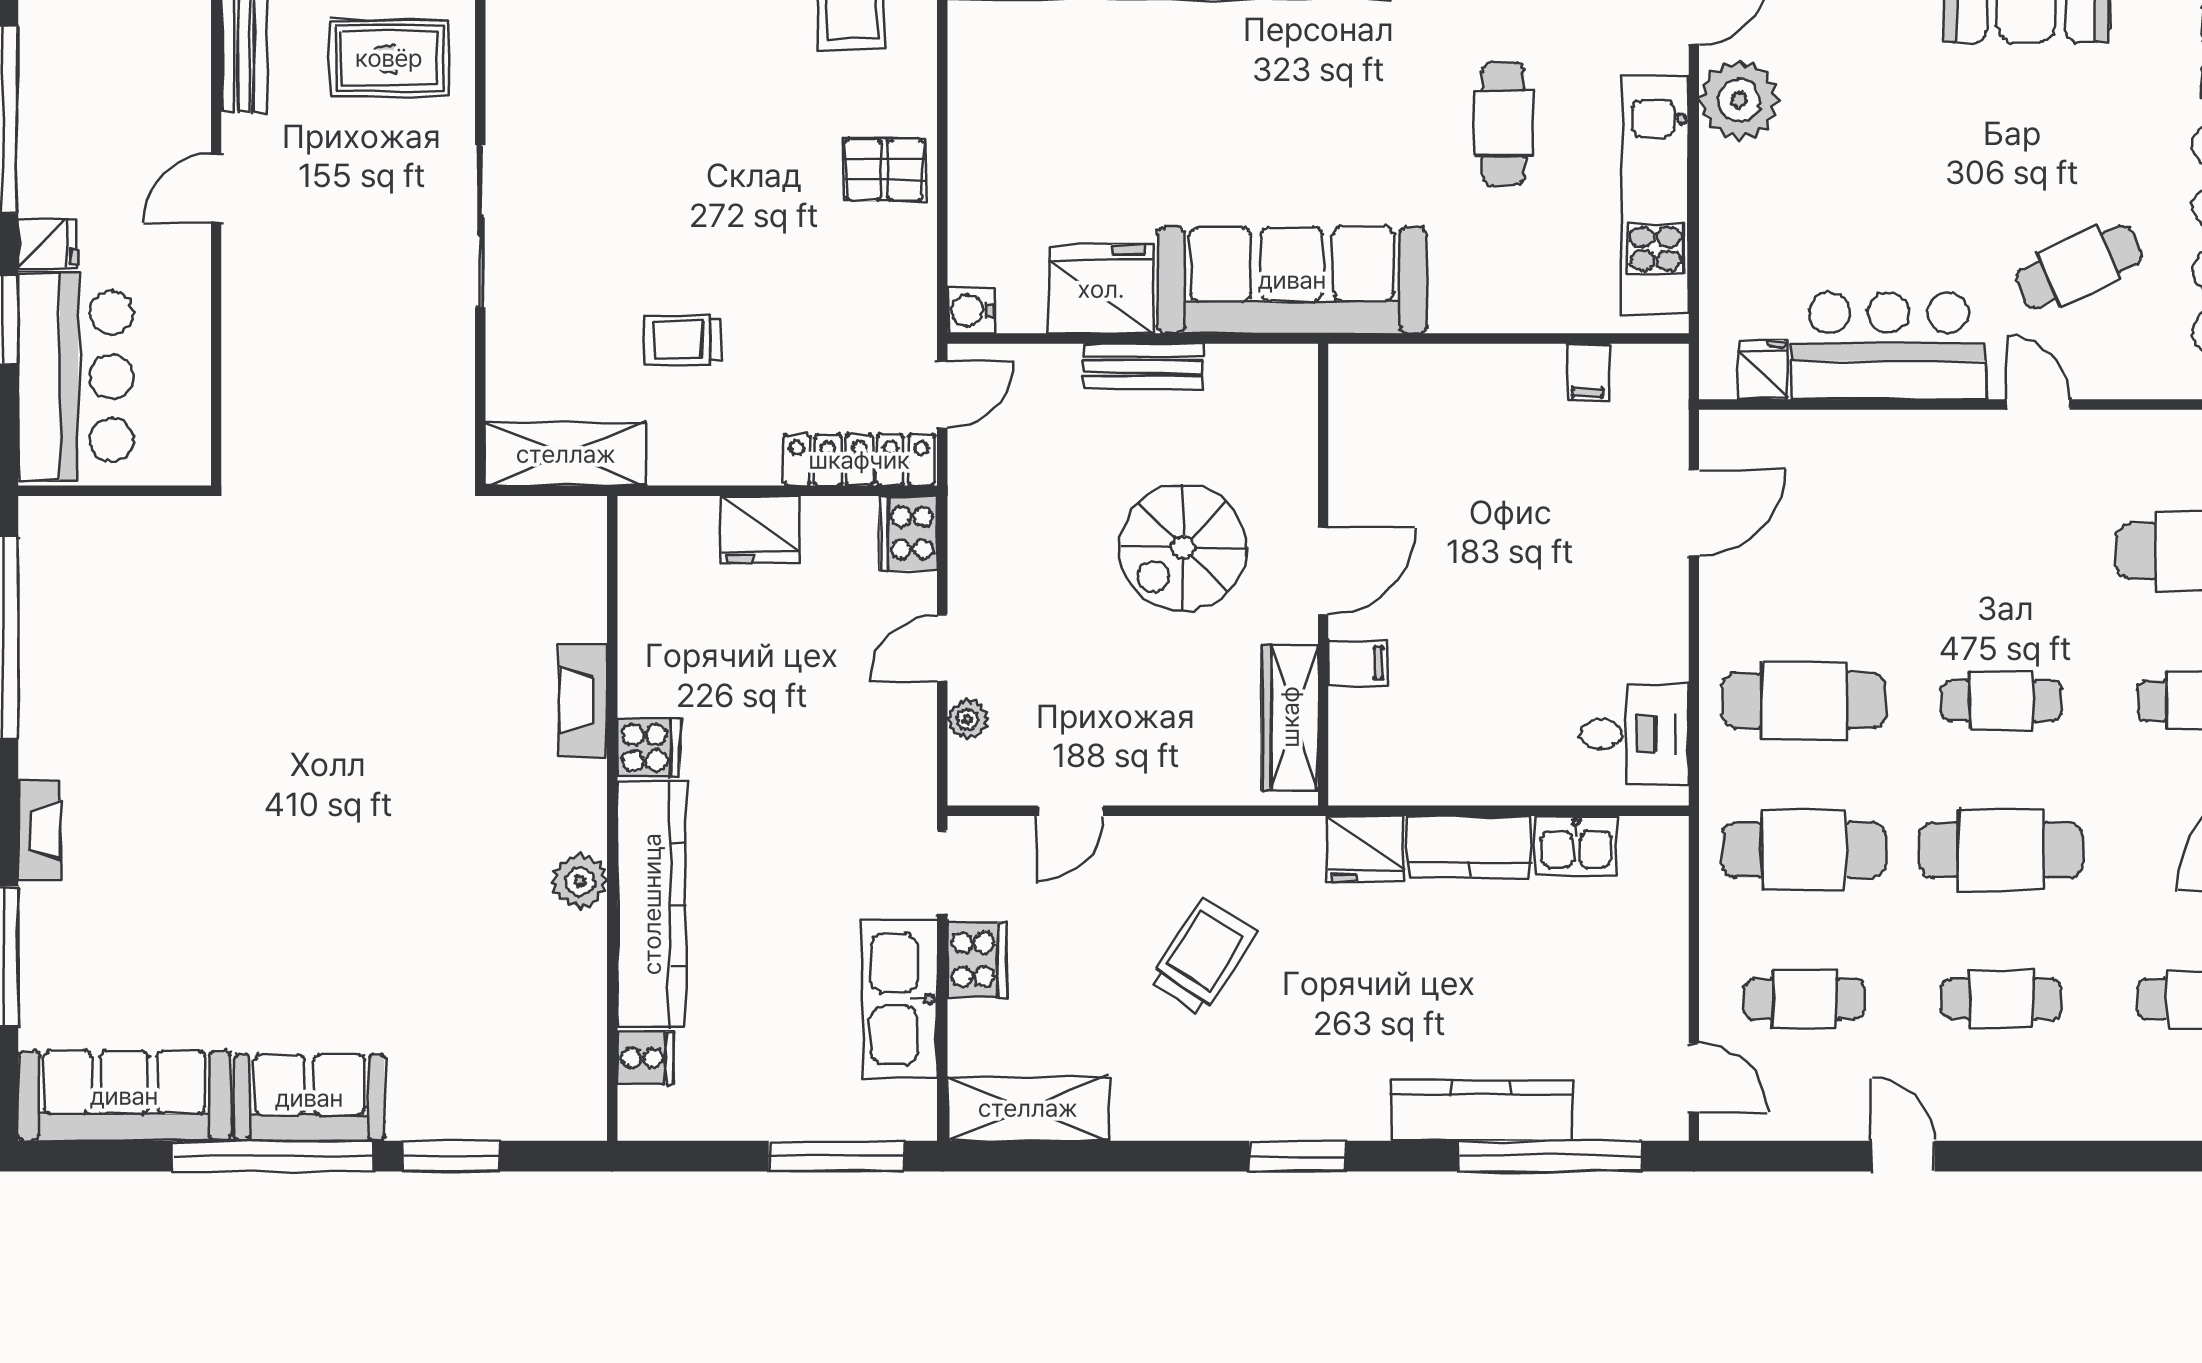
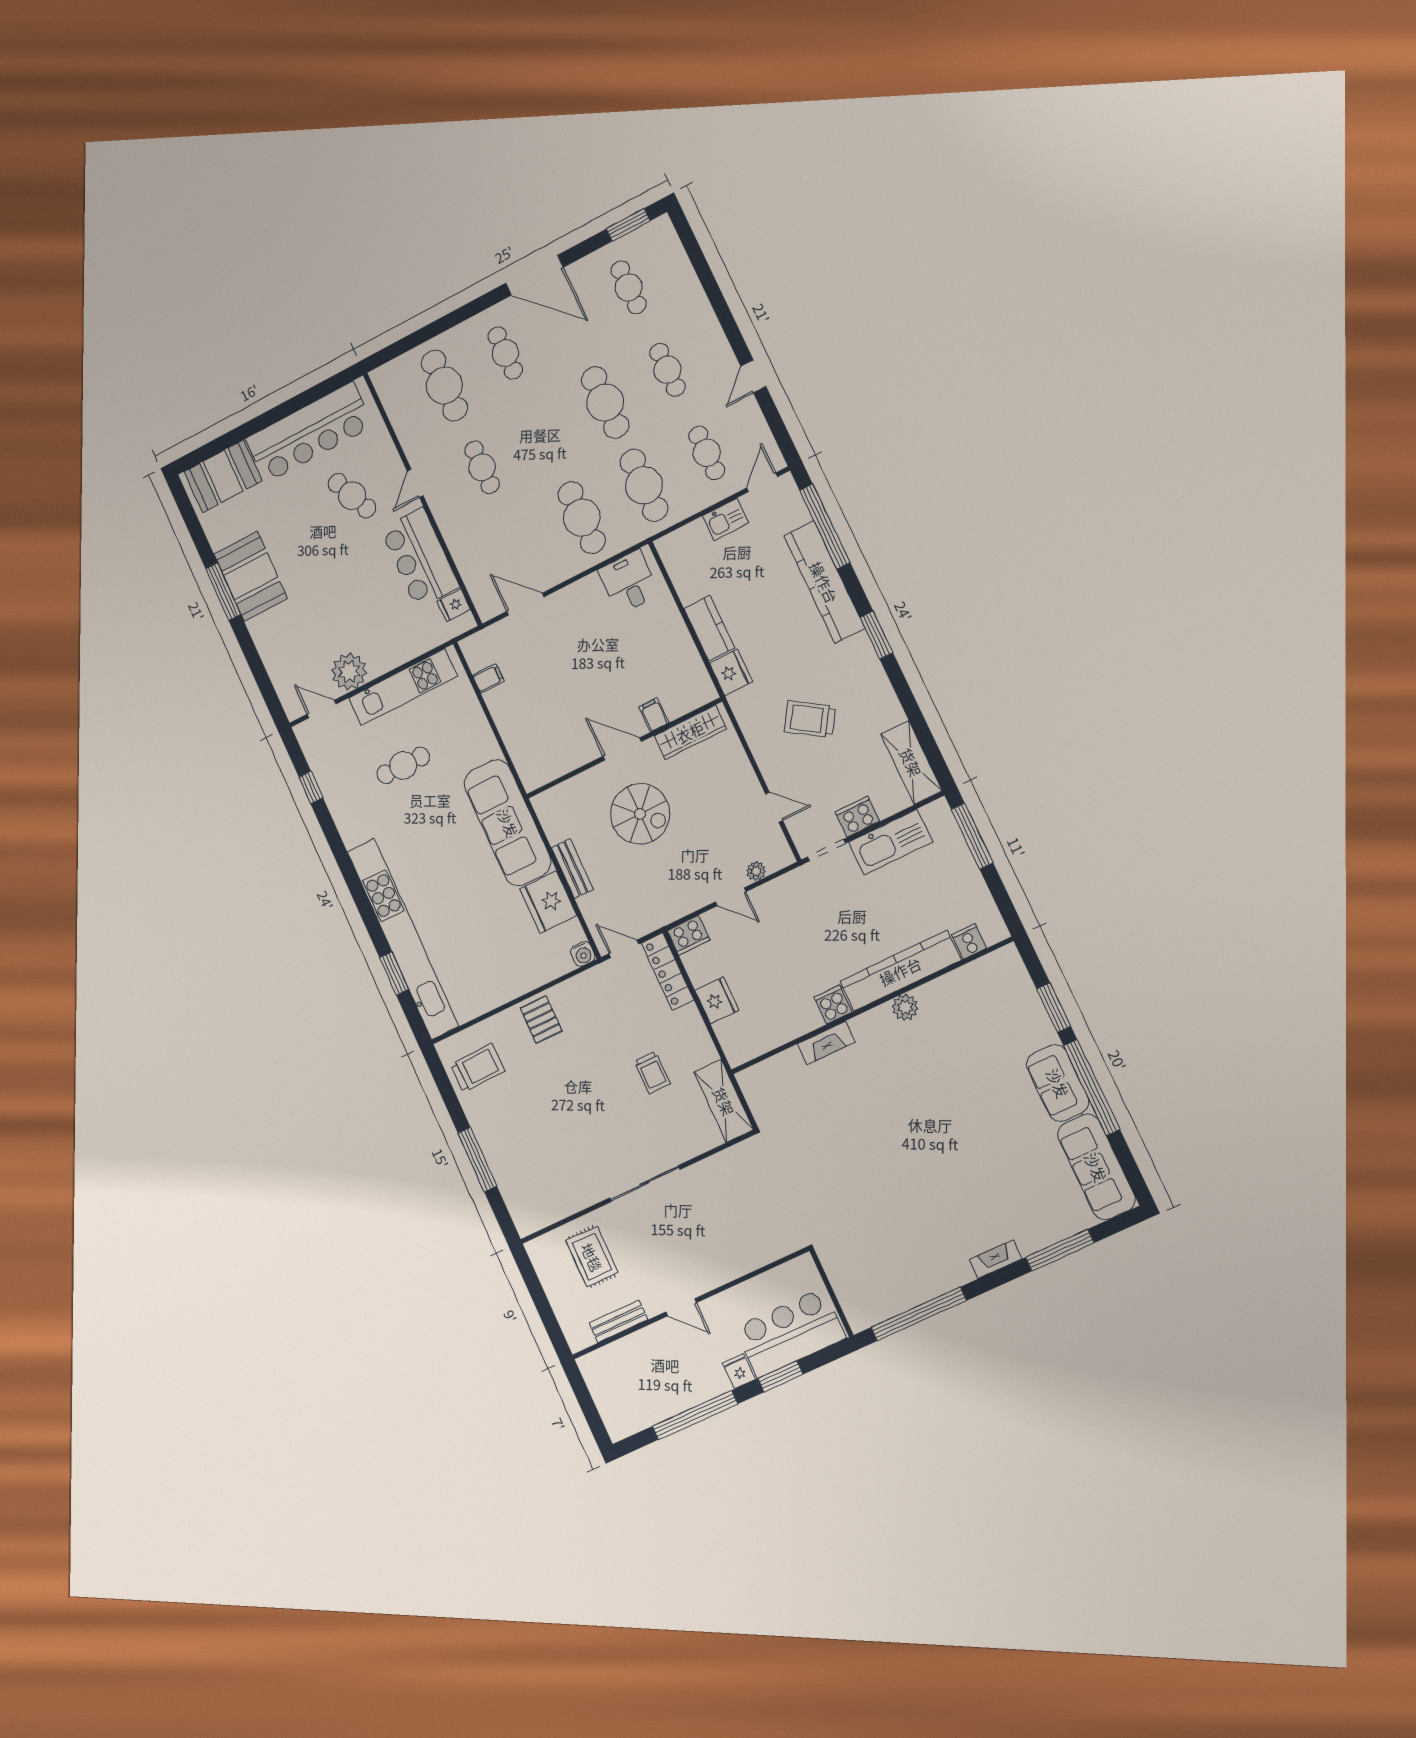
cafe table: (2001, 701) -> (482, 467), moved
kitchen sink: (1576, 846) -> (725, 519), moved, turned 90
kitchen counter: (1482, 1111) -> (824, 582), width x1.39, depth x1.17

